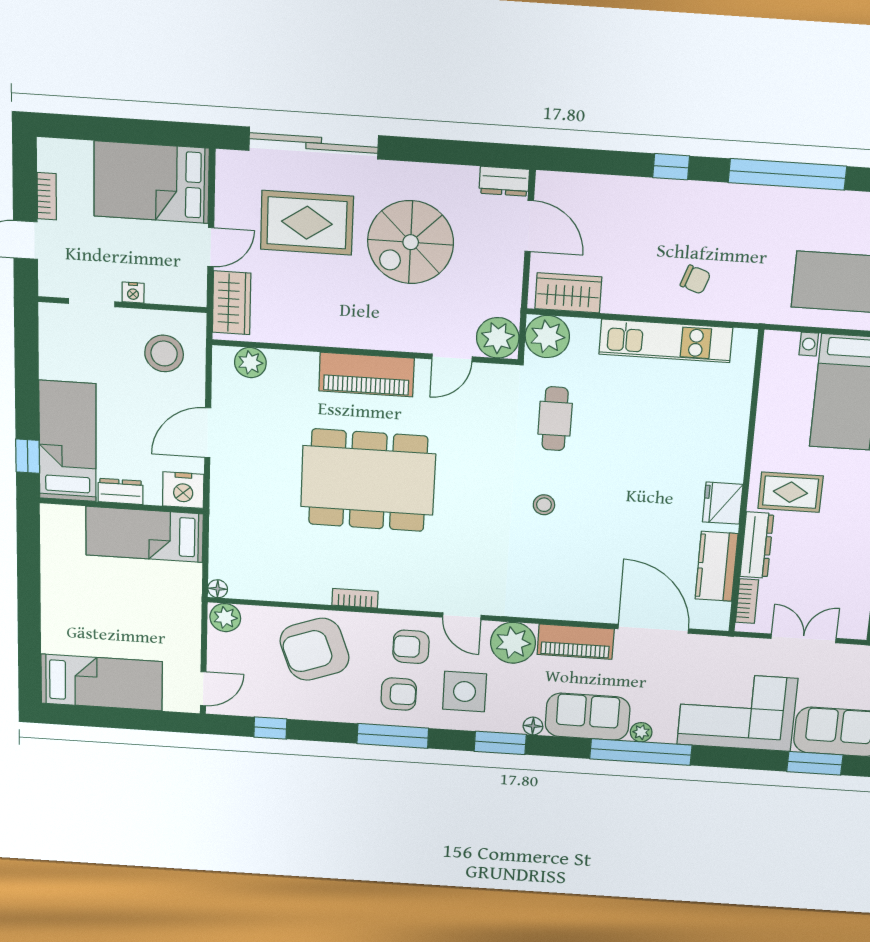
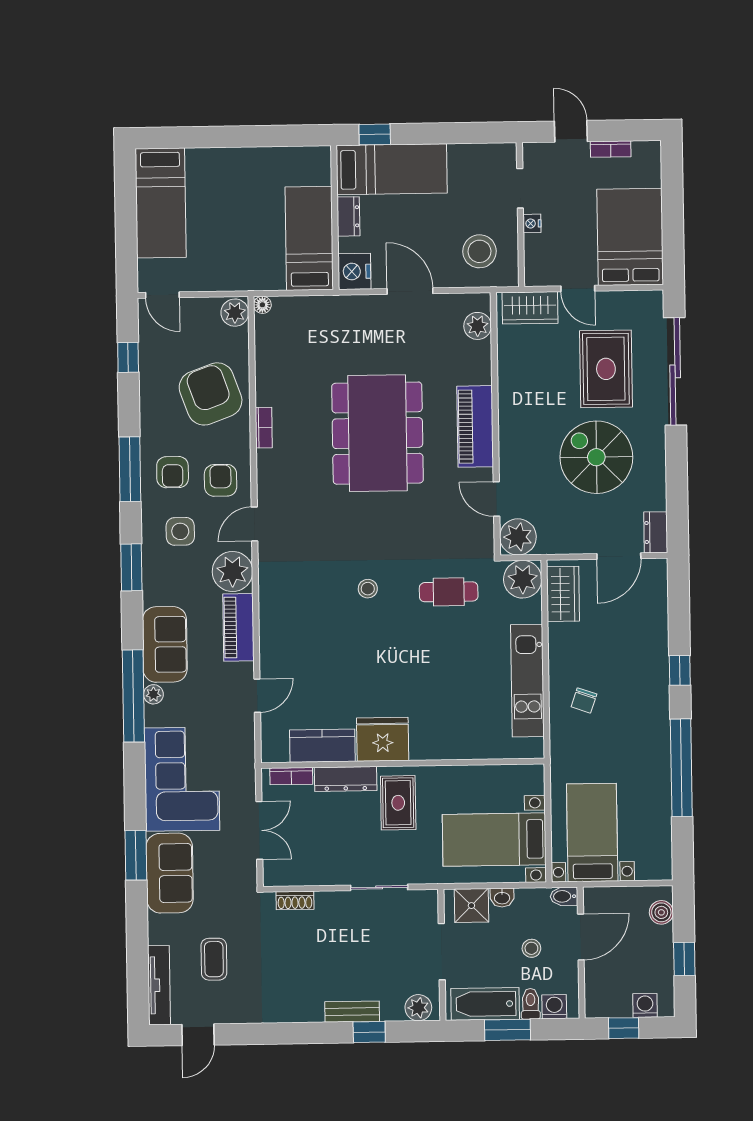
fridge: (723, 503) -> (383, 739), width x1.36, depth x1.34
door: (653, 629) -> (257, 696), width x0.53
side table: (465, 692) -> (180, 531), width x0.73, depth x0.73
floor lamp: (533, 726) -> (151, 596), removed

